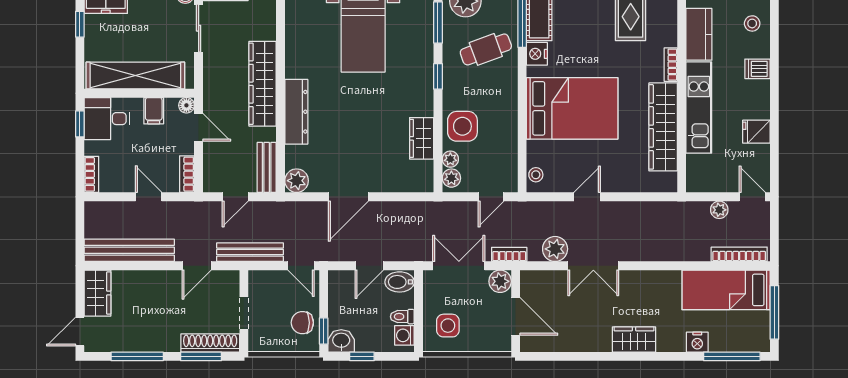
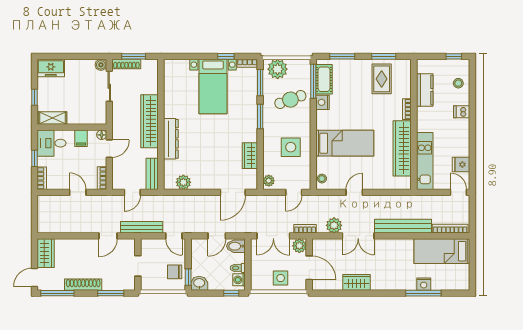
window: (80, 24) -> (34, 97), moved
shelving: (135, 75) -> (53, 118), width x0.45, depth x0.75
window: (438, 76) -> (260, 117), width x1.50
kitchen unit: (699, 107) -> (425, 161), moved
bed: (572, 108) -> (345, 143), width x0.67
window: (80, 124) -> (34, 158), moved
side table: (462, 126) -> (291, 147), moved
door: (199, 127) -> (109, 149), hinge flipped
fridge: (756, 132) -> (461, 165), moved
plant: (450, 159) -> (268, 169), removed
plant: (297, 181) -> (183, 182), moved
door: (348, 197) -> (233, 192), moved
plant: (719, 210) -> (438, 201), removed
bench: (129, 250) -> (403, 226), moved
double door: (459, 266) -> (273, 236), swing flipped
window: (774, 312) -> (472, 265), removed
side table: (448, 326) -> (281, 278), moved
wardrobe: (634, 339) -> (356, 282), moved
shoe rack: (210, 343) -> (83, 285), moved
window: (137, 356) -> (57, 293), moved
window: (362, 356) -> (231, 293), moved
window: (732, 356) -> (423, 293), moved

